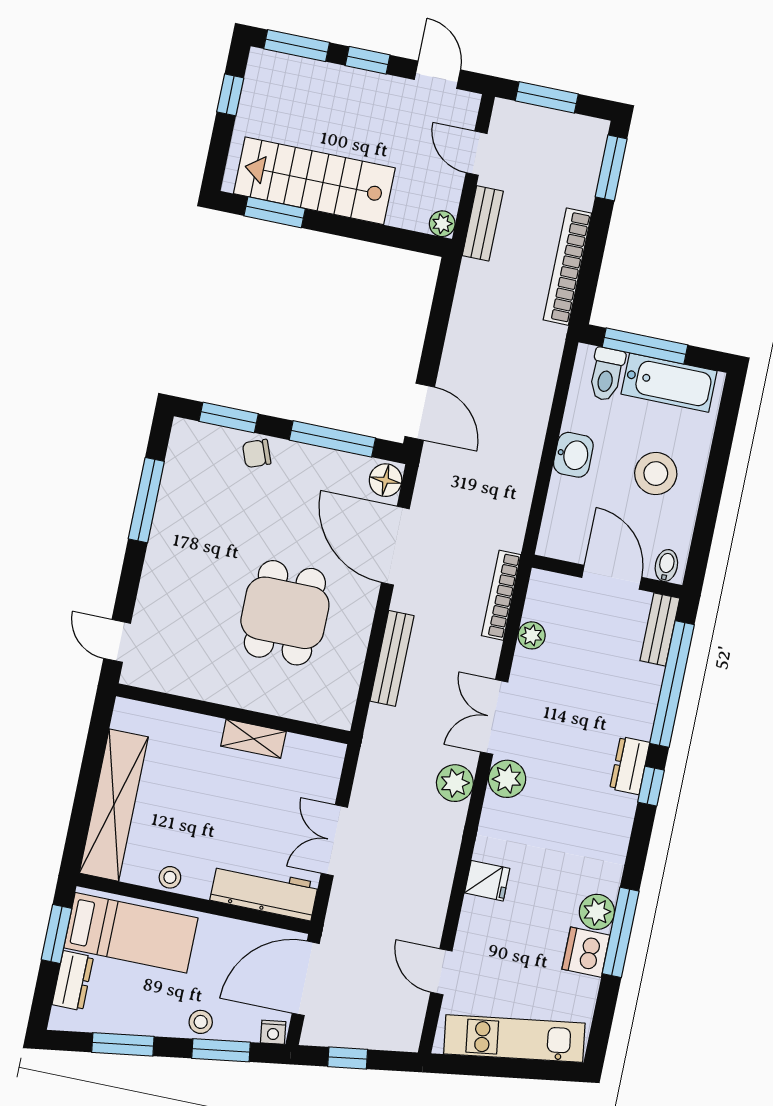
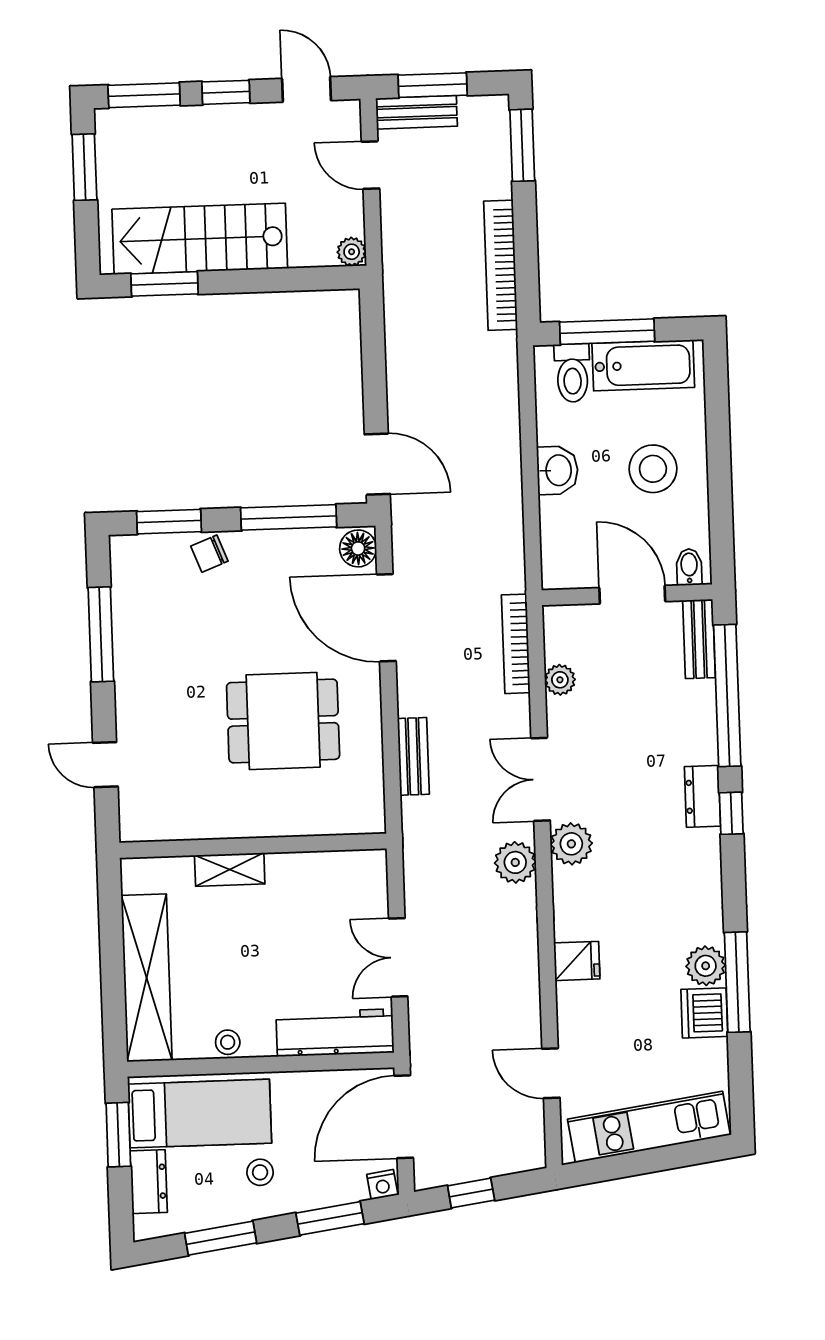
window: (230, 95) -> (84, 167), width x1.50
bench: (483, 223) -> (416, 112), moved, turned 90
dining table: (285, 613) -> (283, 721), turned 90
door: (117, 641) -> (105, 765), moved
bench: (392, 658) -> (413, 756), width x0.73
shelving: (253, 739) -> (230, 870), moved
stool: (201, 1022) -> (260, 1172), moved

